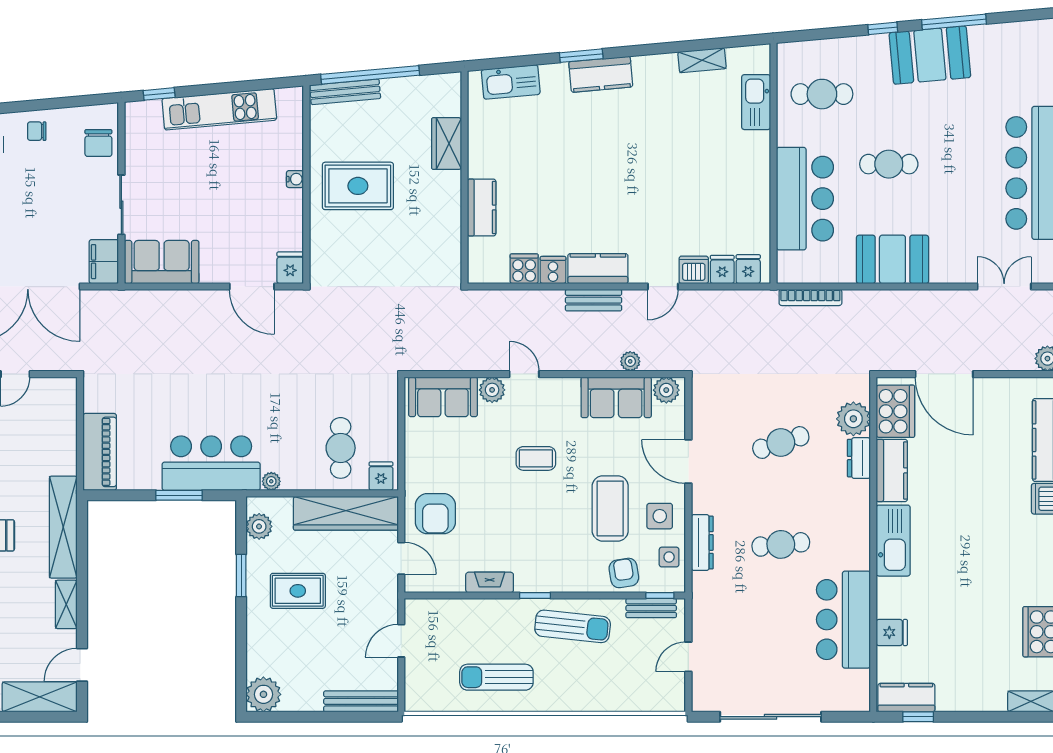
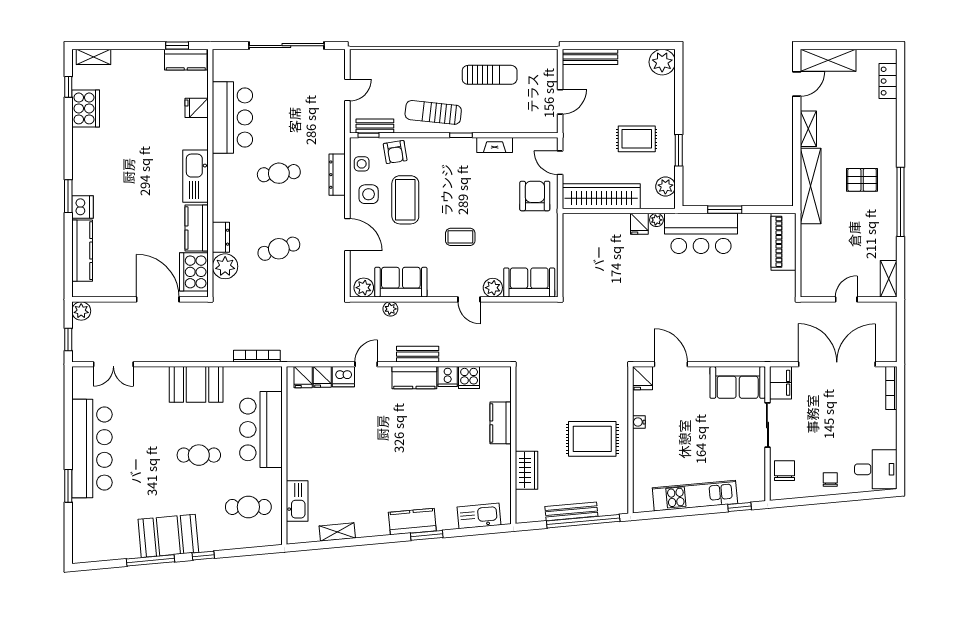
bench: (345, 92) -> (571, 511), moved
chair: (37, 131) -> (830, 479), turned -90
water cooler: (295, 179) -> (639, 422), moved
cafe table: (341, 448) -> (605, 245), removed
fridge: (381, 476) -> (639, 224), moved

